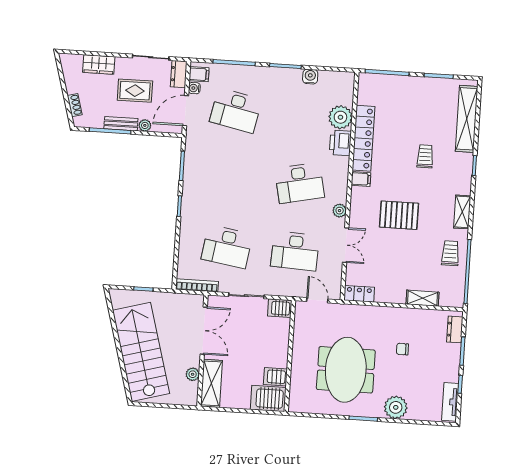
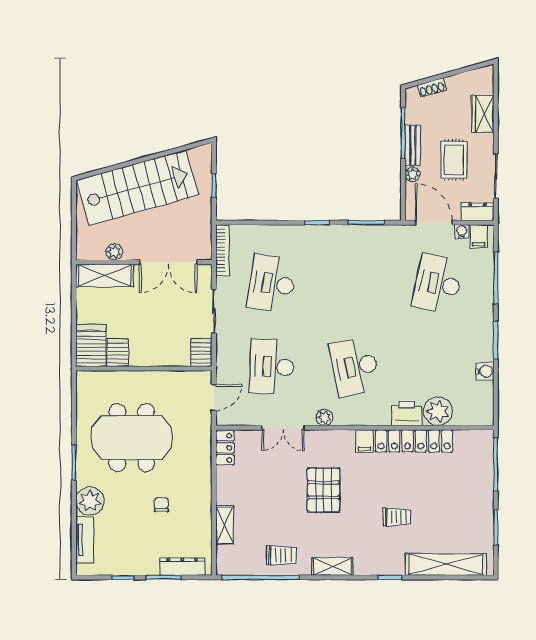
dresser: (455, 329) -> (182, 567), width x1.44
tv unit: (450, 402) -> (85, 540), moved, turned 90

